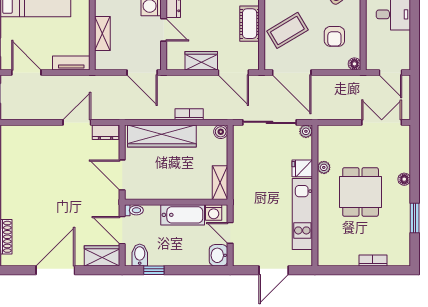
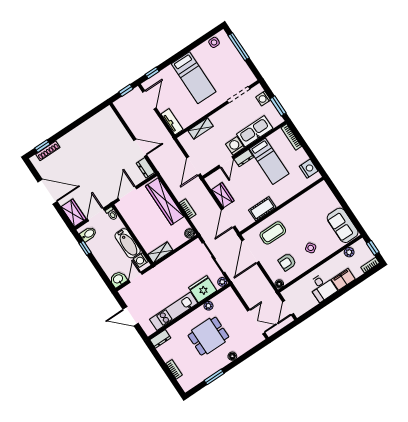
coffee table: (287, 30) -> (273, 233), turned -59
fridge: (302, 168) -> (203, 289), width x1.88, depth x1.34
dresser: (325, 253) -> (160, 339), added

